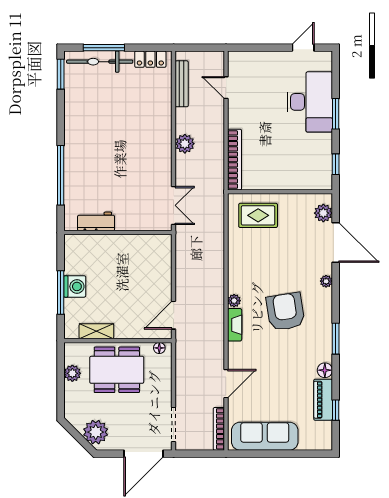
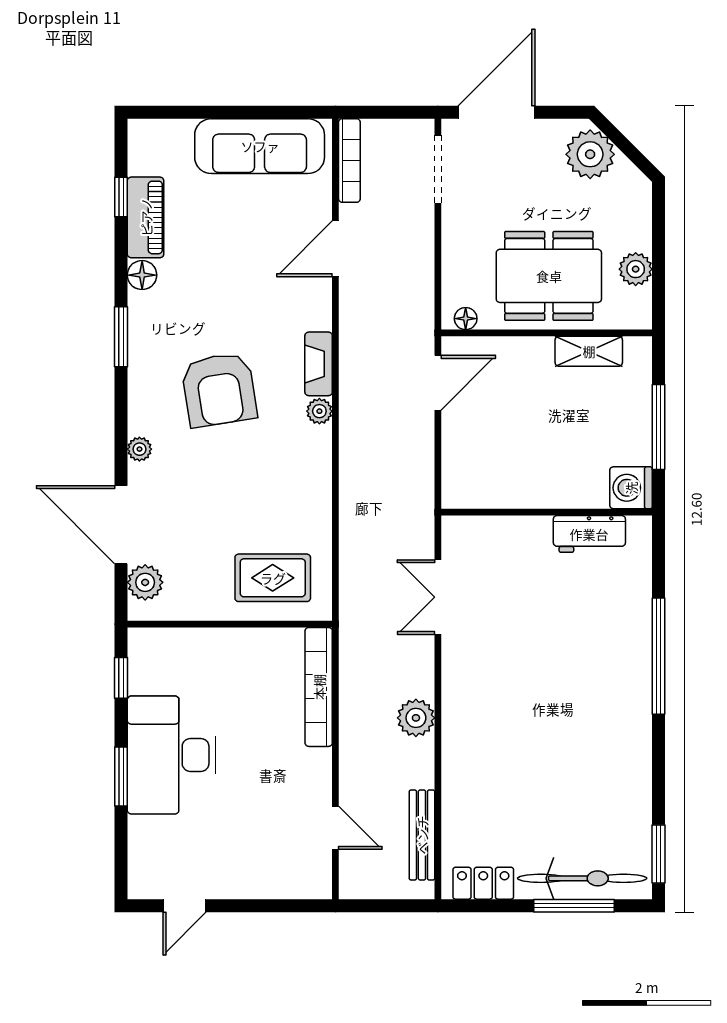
desk: (310, 102) -> (172, 755), moved
workbench: (96, 221) -> (589, 534), moved
wall: (118, 233) -> (547, 512), moved
washing machine: (75, 286) -> (631, 488), moved

